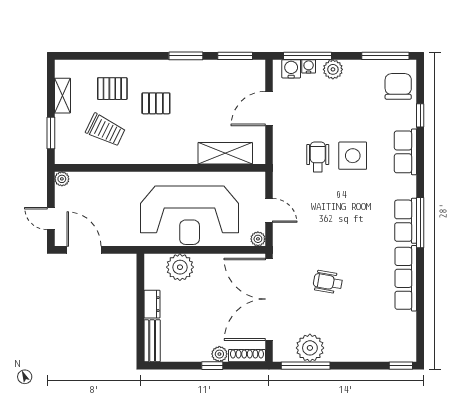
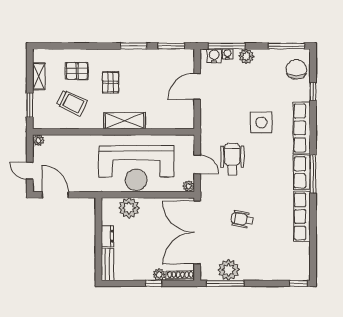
pallet: (156, 103) -> (110, 82), turned 90
row of seats: (405, 152) -> (302, 128), width x1.48
shelving: (225, 153) -> (125, 121), moved
wheelchair: (318, 157) -> (232, 159), moved, width x1.36, depth x1.37

